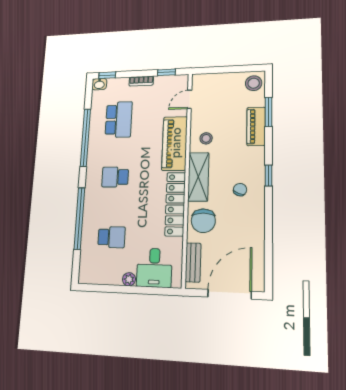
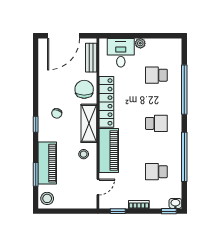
school desk: (119, 120) -> (156, 172), width x0.54
piano: (256, 126) -> (47, 163), width x1.37, depth x1.33

